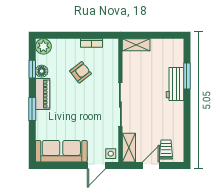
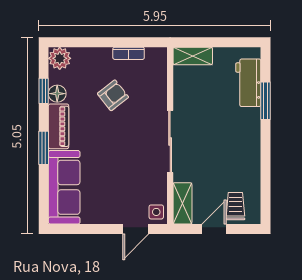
workbench: (175, 84) -> (248, 83), moved
sofa: (61, 151) -> (64, 187), moved, turned 90

